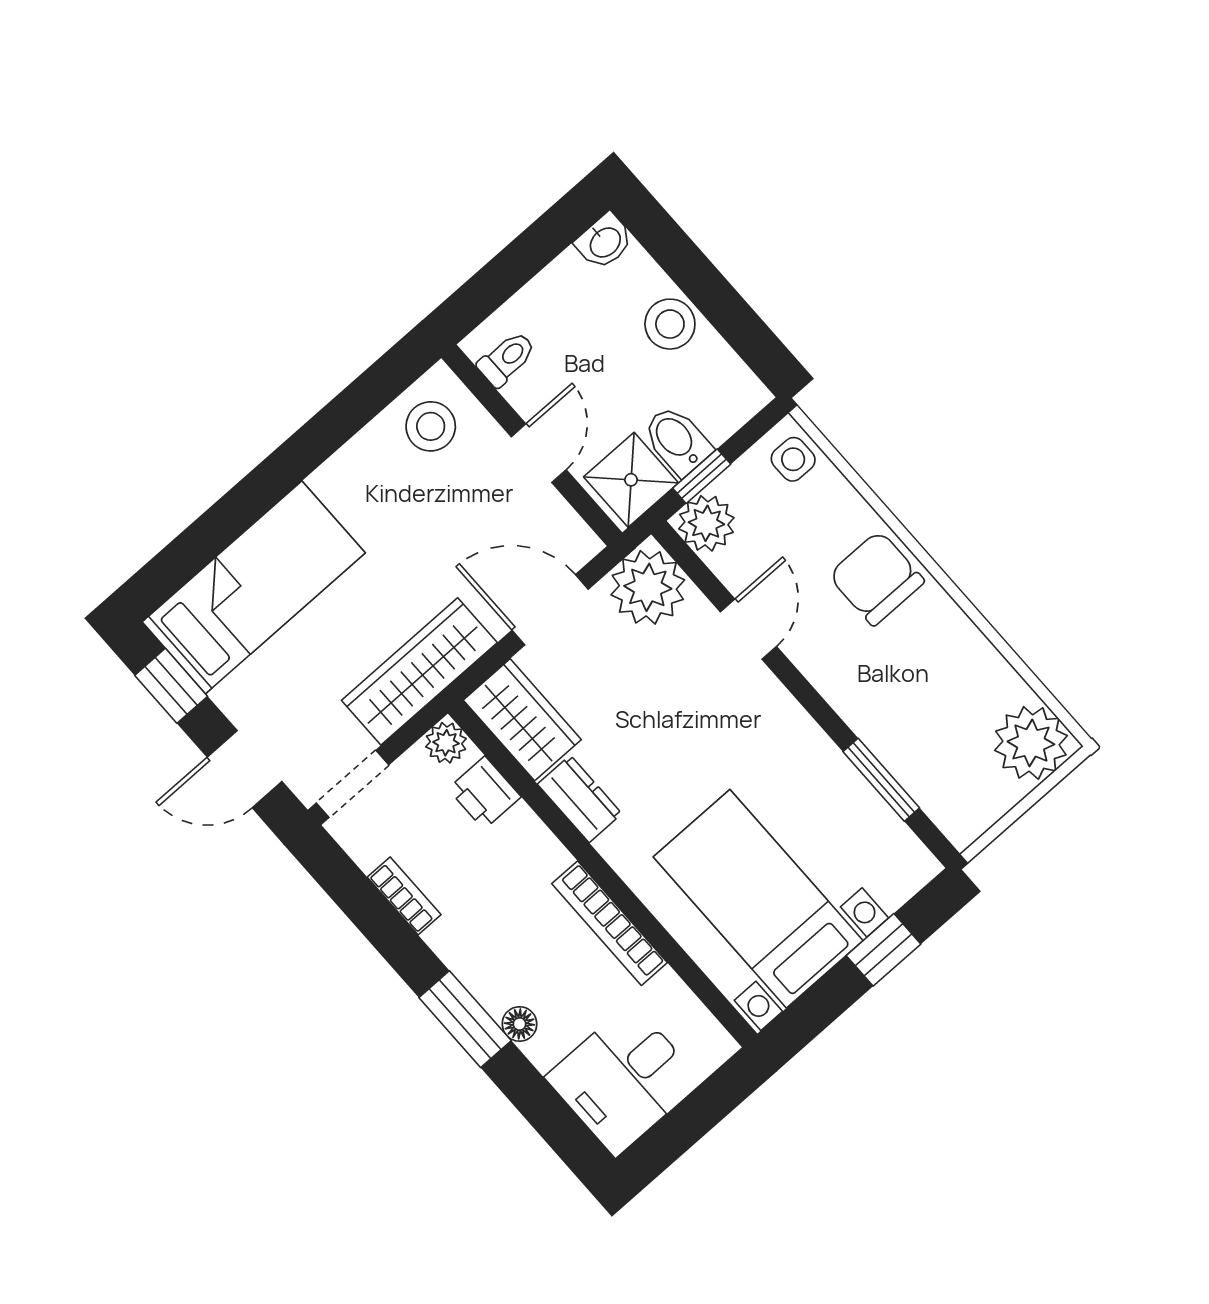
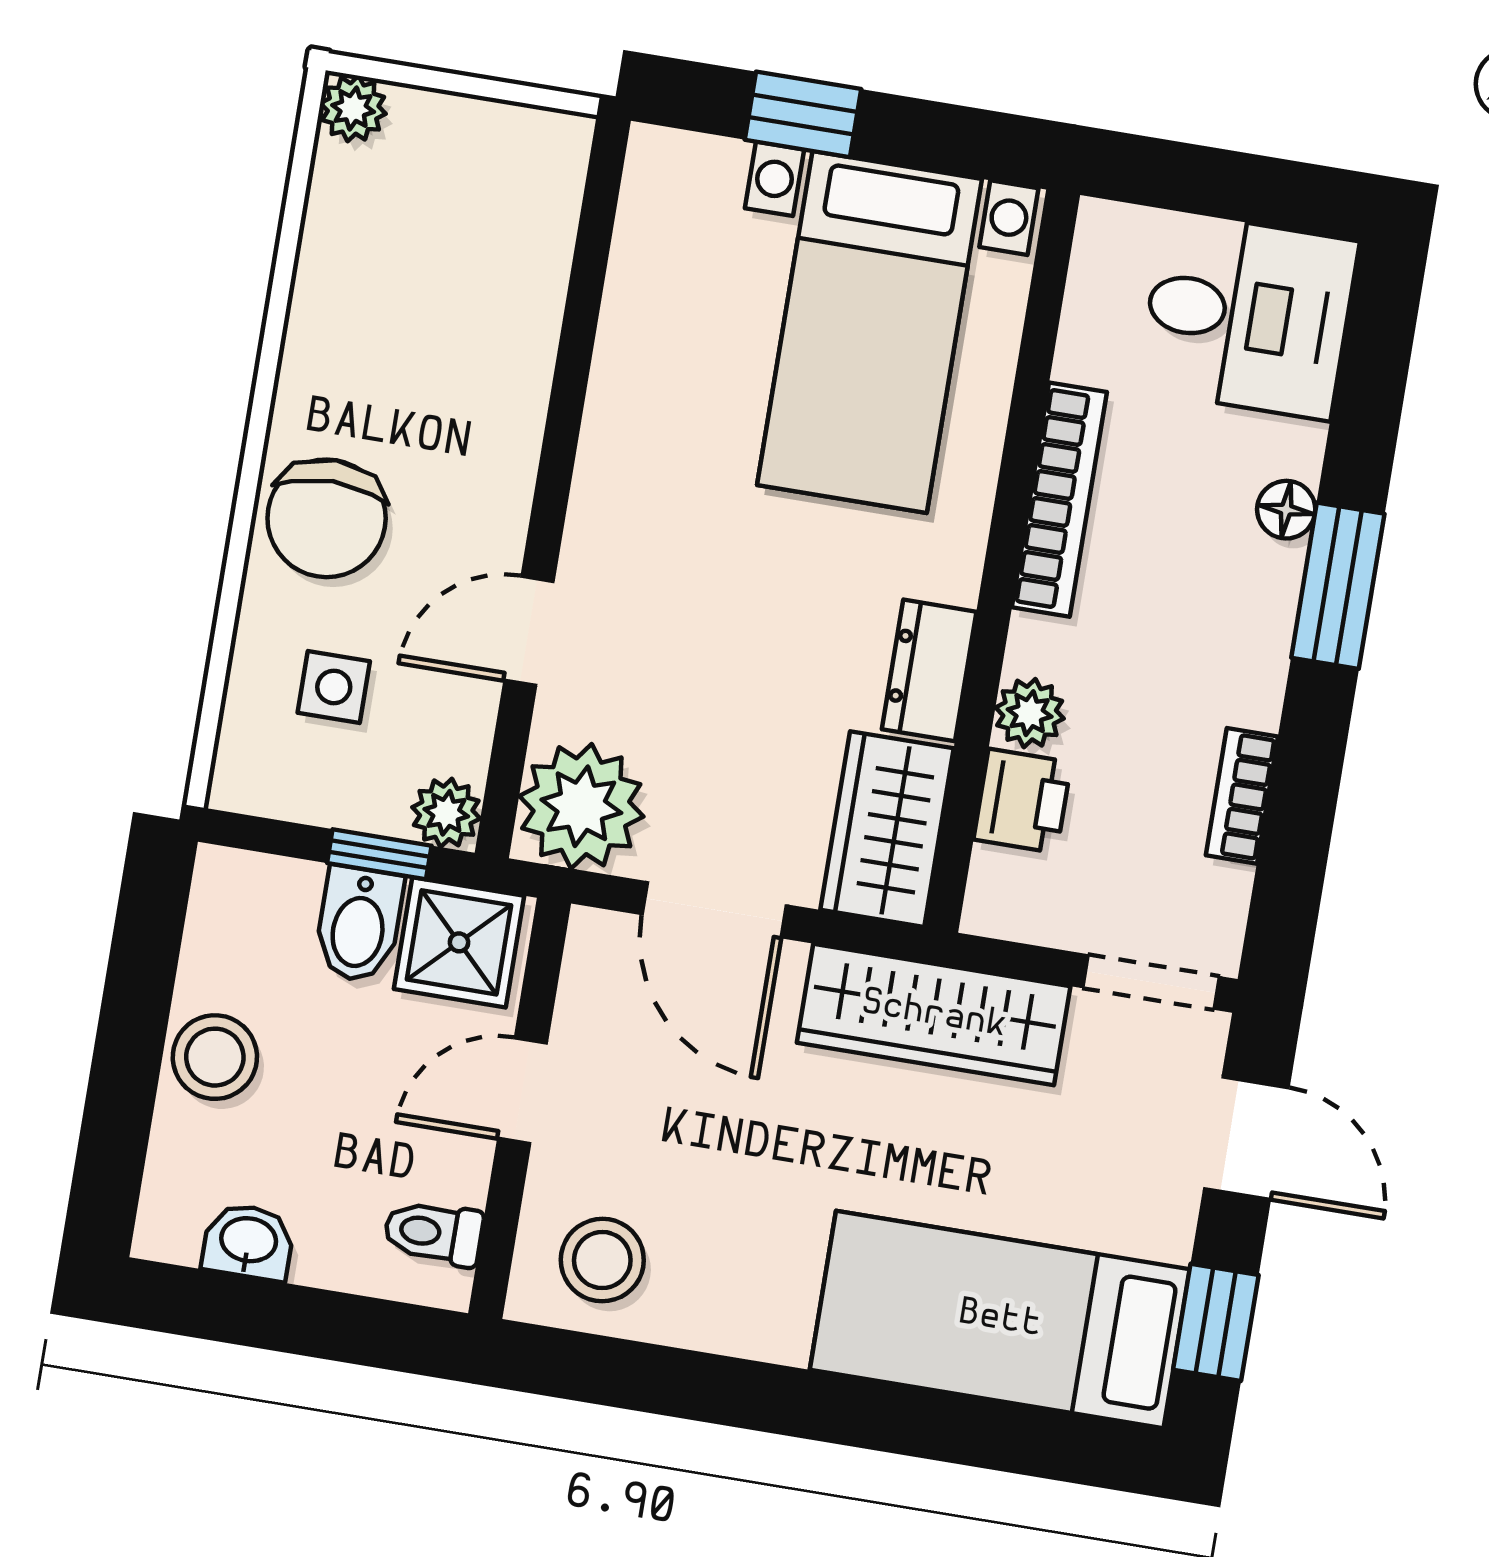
washbasin: (605, 242) -> (248, 1242), moved
side table: (793, 459) -> (334, 687), moved
plant: (706, 523) -> (446, 813), width x0.73, depth x0.73
plant: (446, 743) -> (1030, 713), moved
plant: (1031, 743) -> (353, 108), width x0.53, depth x0.53
window: (881, 780) -> (584, 298), removed

